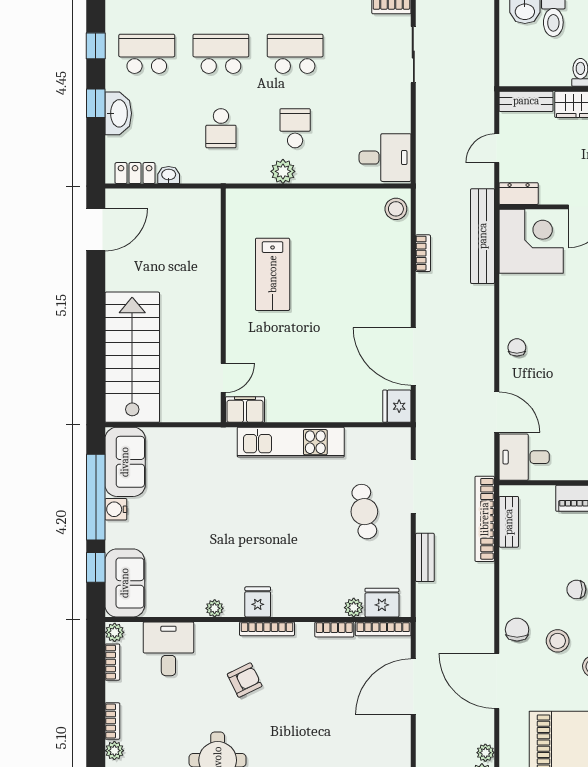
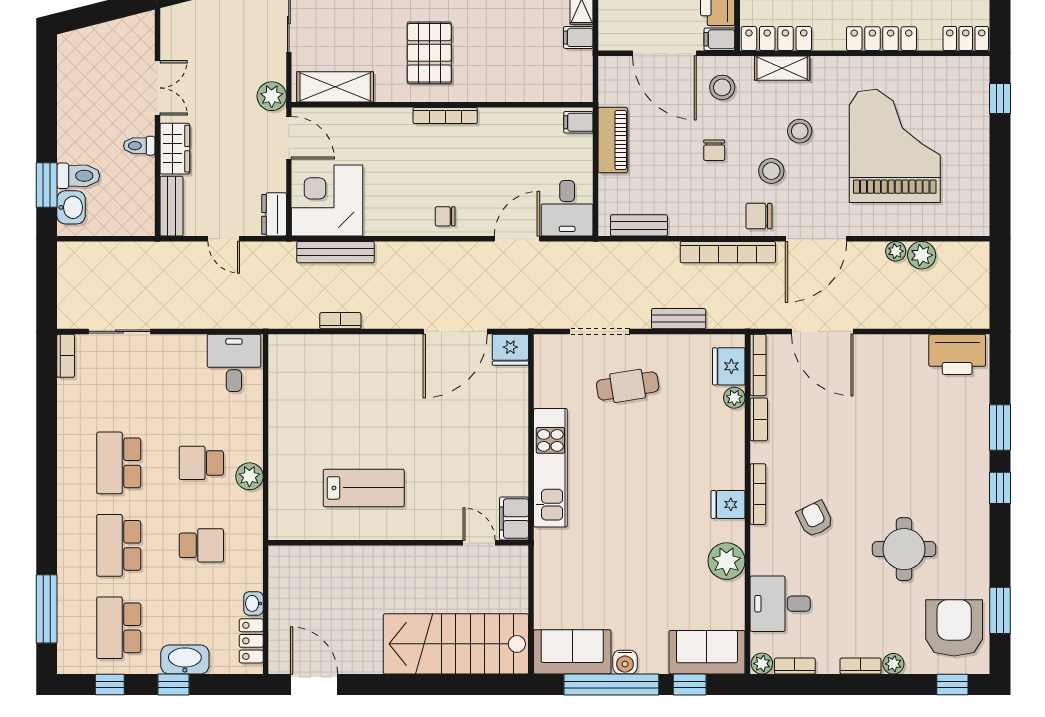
stool: (396, 209) -> (291, 351), removed
bench: (483, 236) -> (336, 252), width x0.73, depth x0.82
bookcase: (485, 519) -> (728, 252), moved
plant: (215, 608) -> (726, 561), width x1.87, depth x1.87

